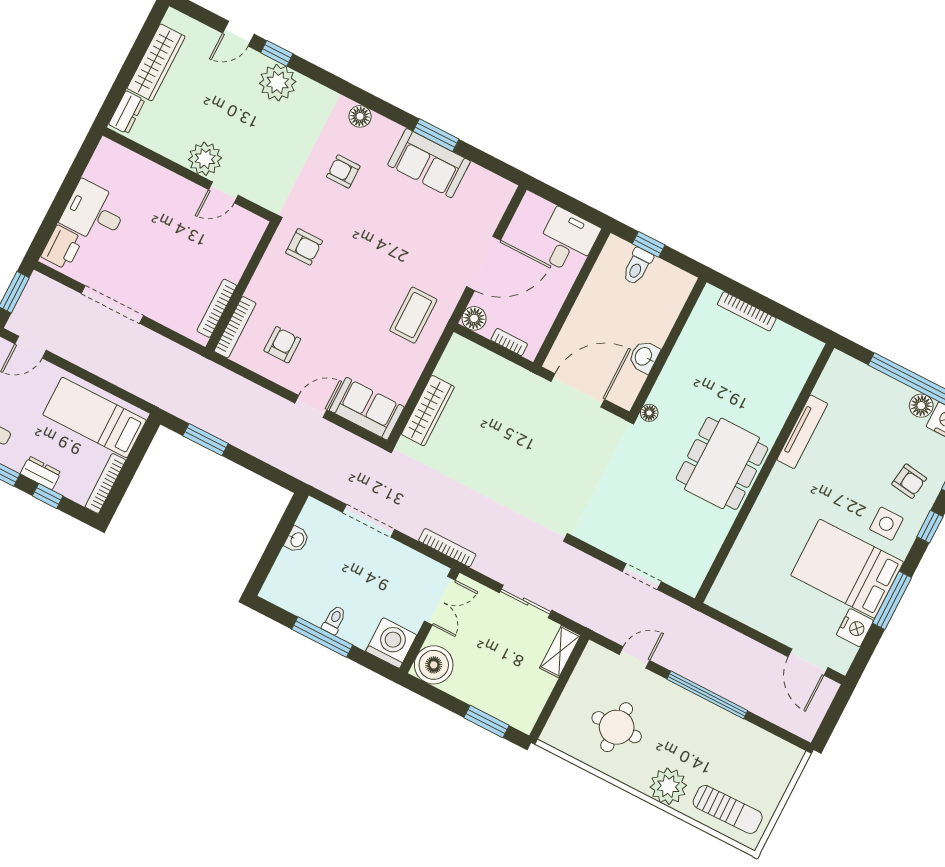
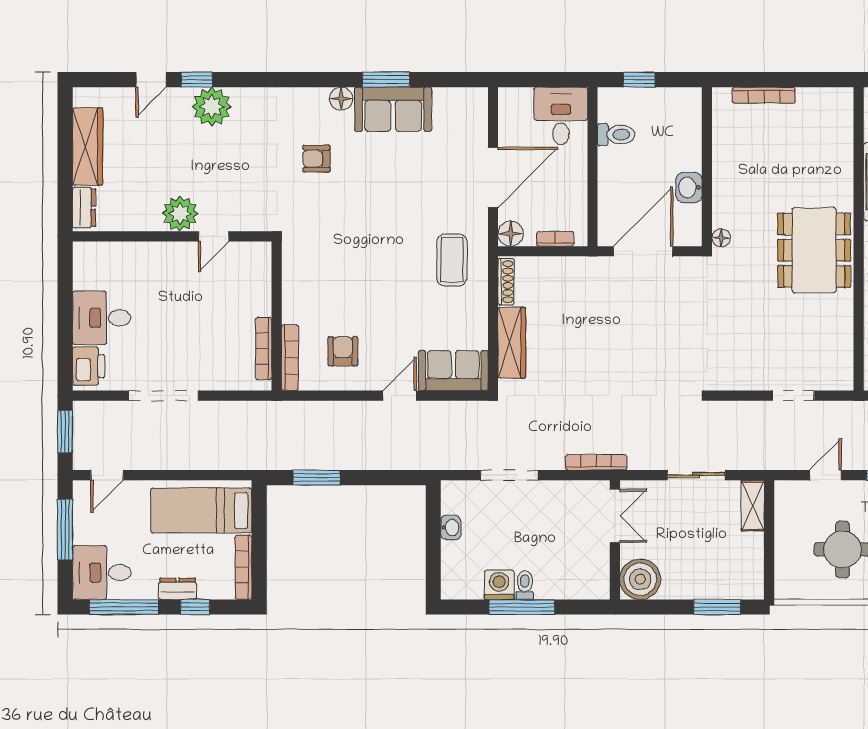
floor lamp: (360, 116) -> (341, 99), moved
armchair: (304, 247) -> (316, 249), removed
toilet: (637, 266) -> (616, 135), moved, turned -90
shoe rack: (449, 357) -> (506, 282), added
washing machine: (391, 643) -> (499, 585), moved, width x0.73, depth x0.73

